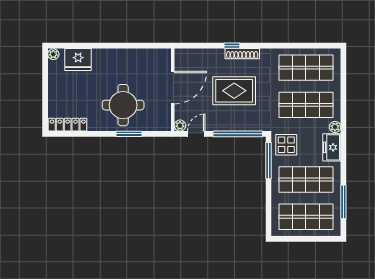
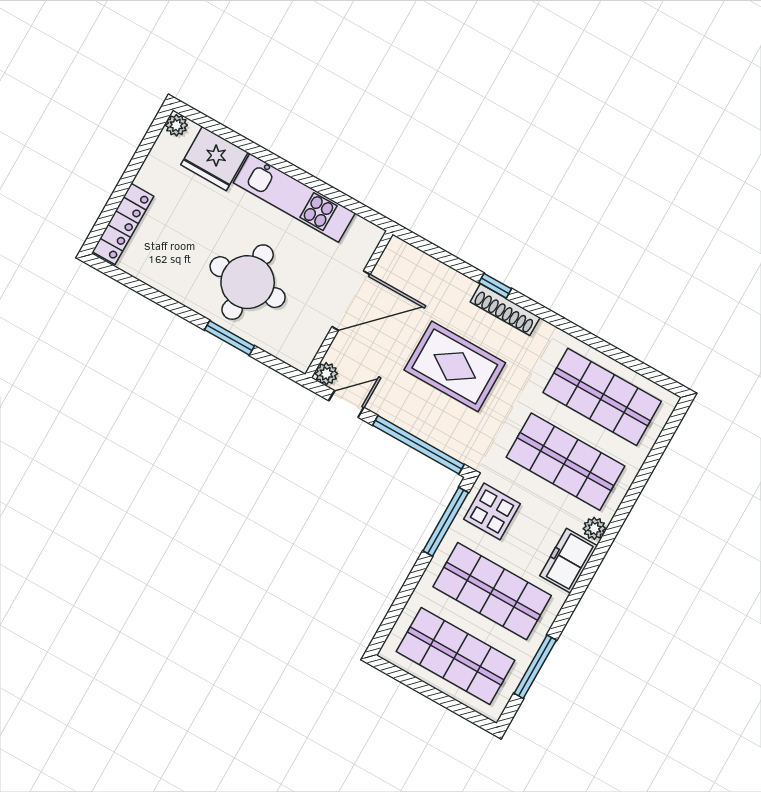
kitchen unit: (123, 57) -> (294, 198), added
locker: (68, 125) -> (123, 224), moved, turned 90

